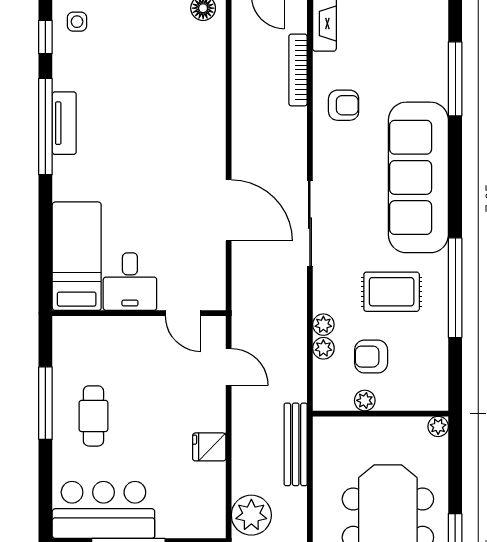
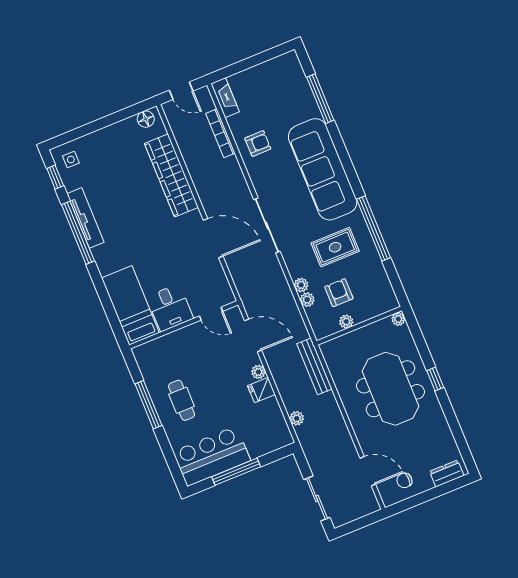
wardrobe: (207, 100) -> (171, 175), added
tv unit: (64, 123) -> (85, 218), width x1.41
armchair: (371, 357) -> (339, 293), turned 90
door: (229, 367) -> (253, 335), width x1.38
plant: (215, 420) -> (258, 372), added
plant: (251, 515) -> (297, 418), width x0.53, depth x0.53

